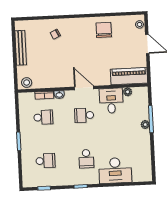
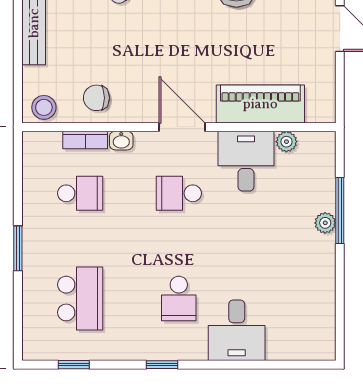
piano: (129, 76) -> (260, 104), moved
chair: (48, 78) -> (96, 98), added
school desk: (45, 161) -> (80, 299), width x1.85
desk: (115, 170) -> (237, 330), width x0.73

